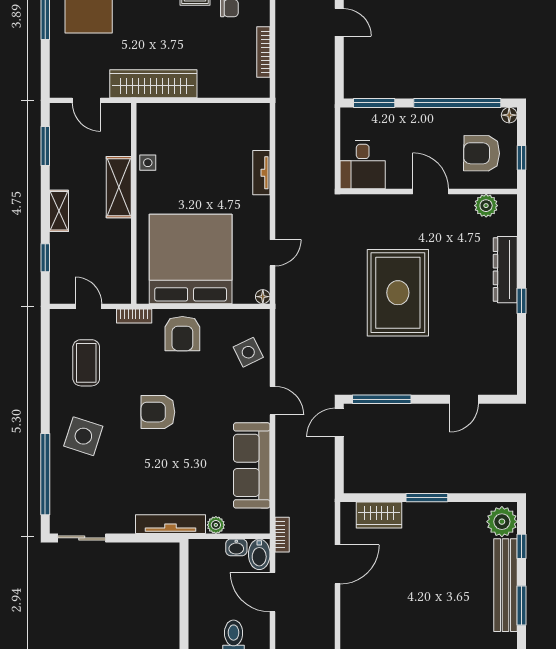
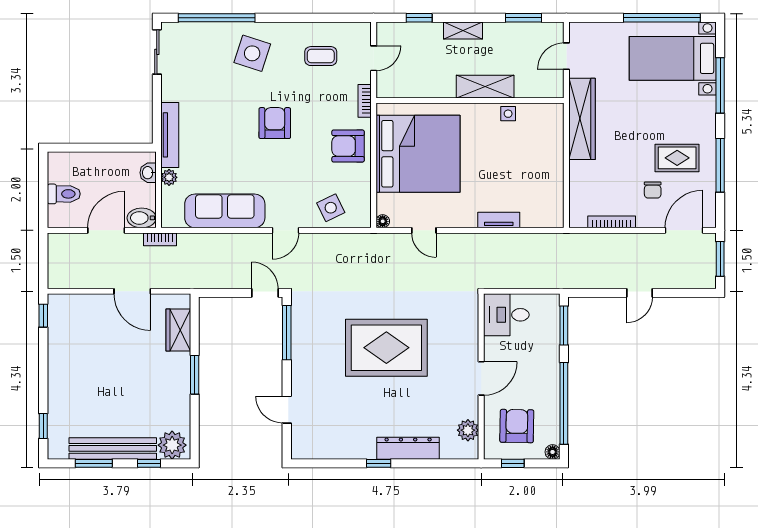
coffee table: (86, 363) -> (321, 56), width x0.73, depth x0.77
washbasin: (236, 547) -> (148, 173), moved

